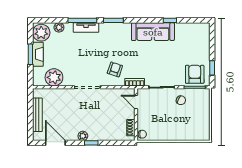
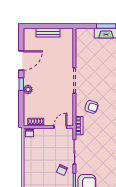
plant: (54, 77) -> (84, 49), removed
bench: (37, 115) -> (48, 33), width x0.73
plant: (83, 136) -> (28, 90), moved
door: (55, 143) -> (21, 60), moved

